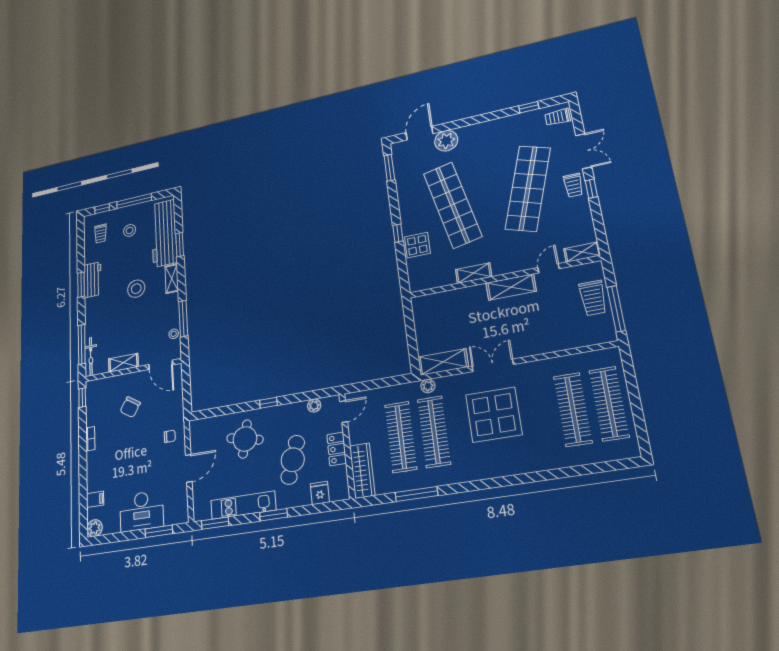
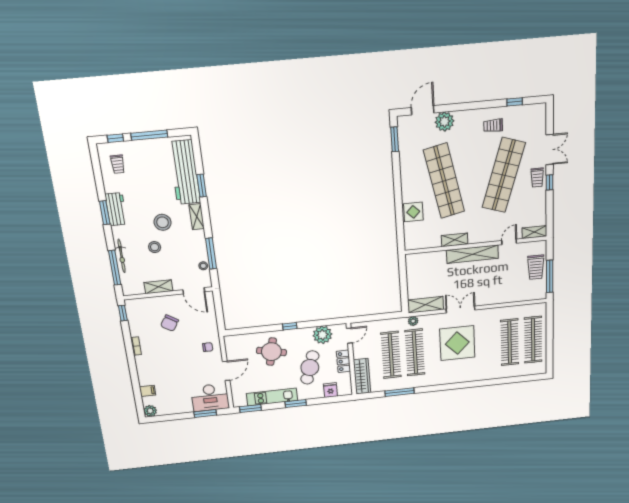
trolley: (558, 117) -> (493, 126), moved
stool: (130, 230) -> (155, 247), moved
window: (398, 233) -> (398, 200), removed
shelving: (511, 287) -> (472, 254), width x1.47
bicycle: (91, 357) -> (122, 256), moved
plant: (314, 406) -> (322, 335), width x1.88, depth x1.88
desk: (142, 511) -> (210, 397), moved

